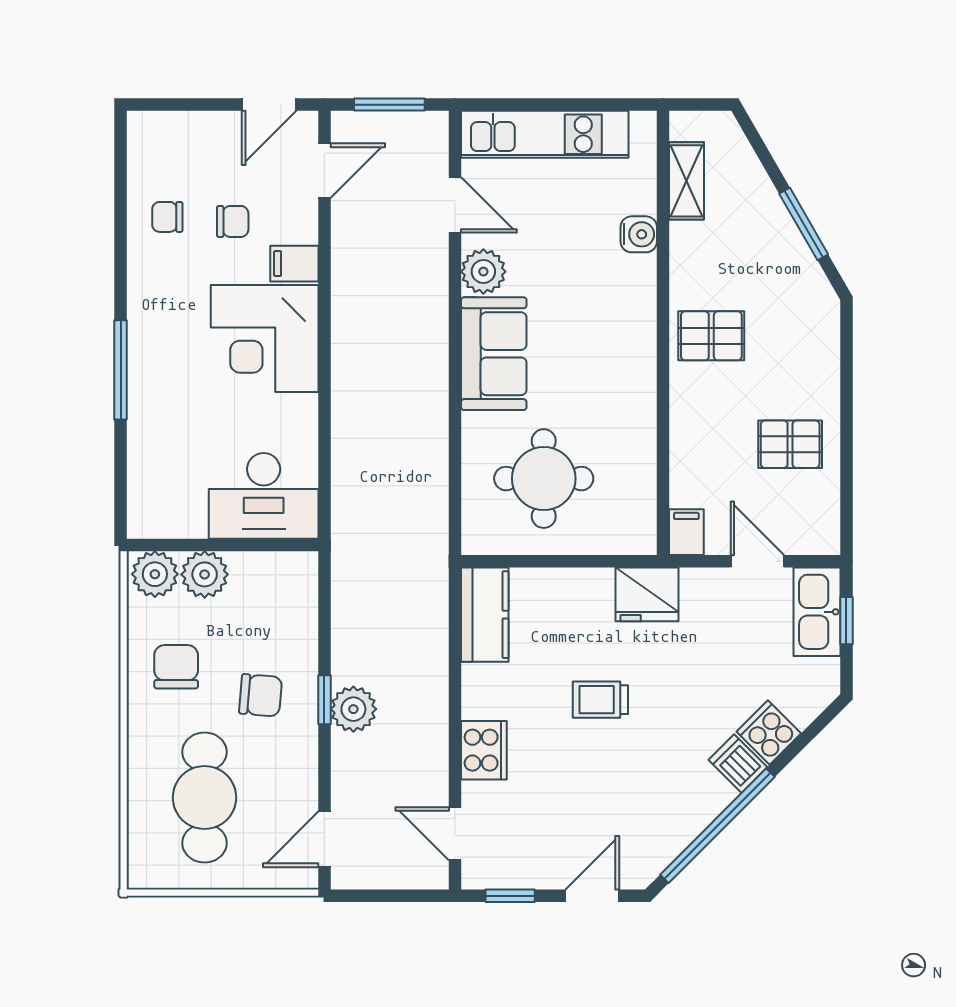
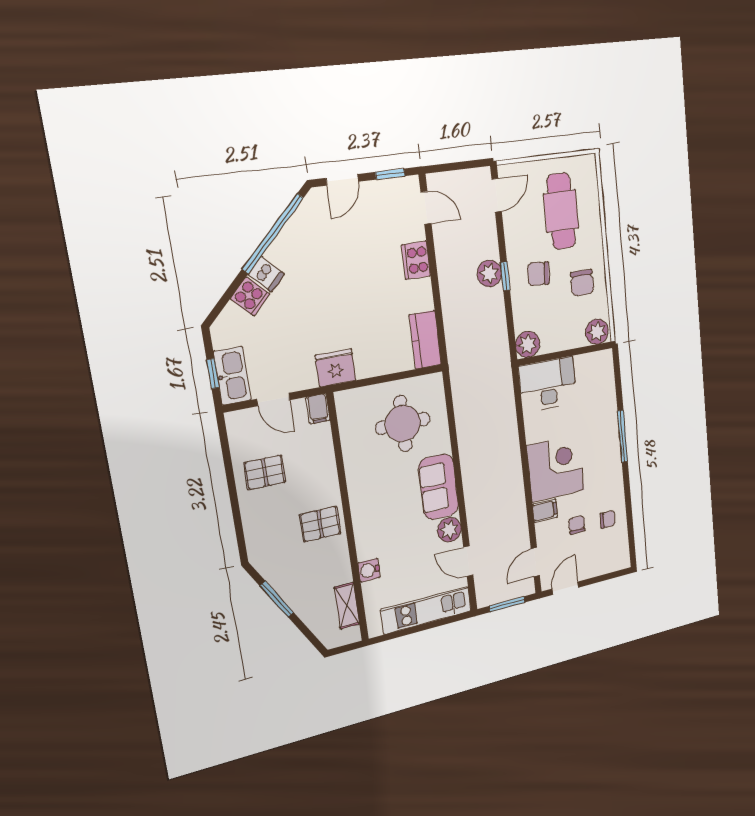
chair: (233, 221) -> (577, 525), turned 90
plant: (205, 574) -> (528, 344), moved
trolley: (600, 700) -> (354, 301), removed

